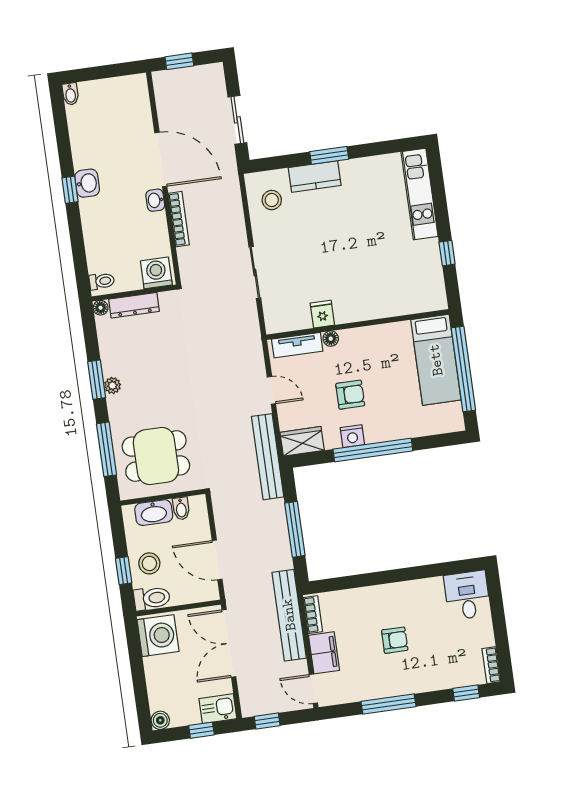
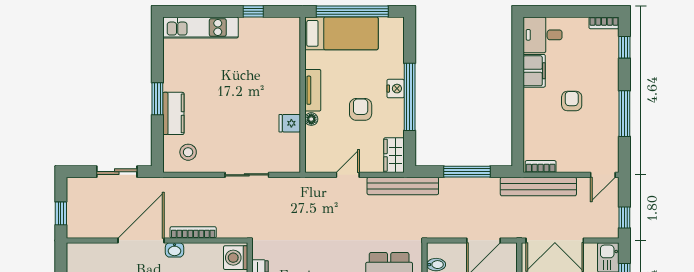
tv unit: (297, 345) -> (313, 90), moved
nightstand: (352, 436) -> (396, 89), moved
filing cabinet: (324, 653) -> (534, 71), moved, turned 90

